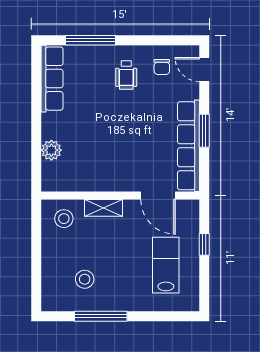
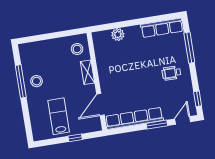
window: (174, 40) -> (198, 99), added
chair: (162, 67) -> (180, 94), removed
window: (204, 131) -> (157, 125), moved
lab bench: (166, 265) -> (59, 116), turned -90
stool: (85, 279) -> (36, 81), moved

